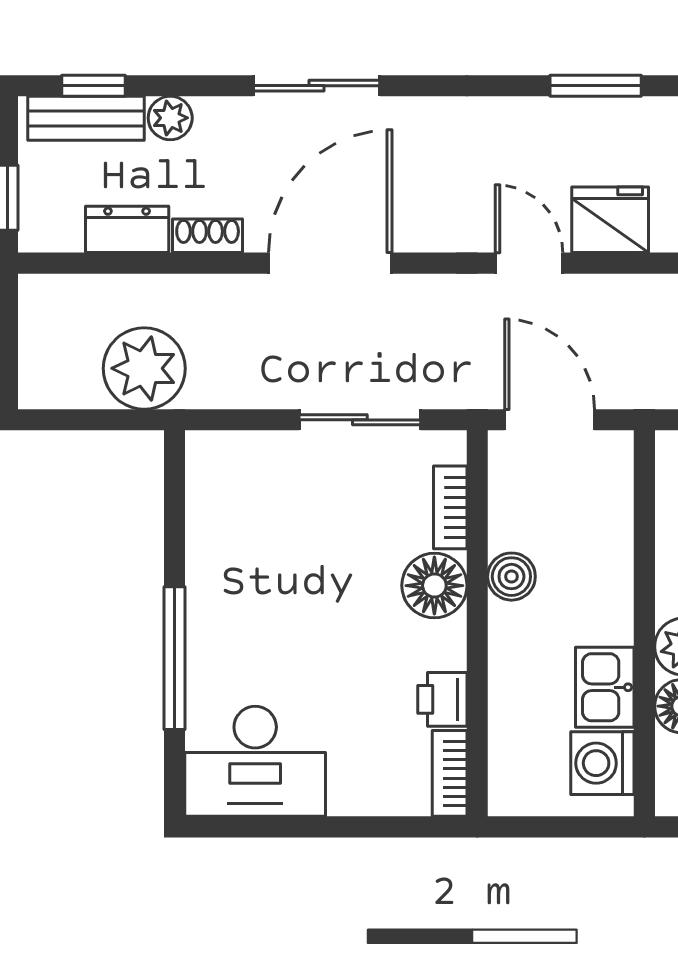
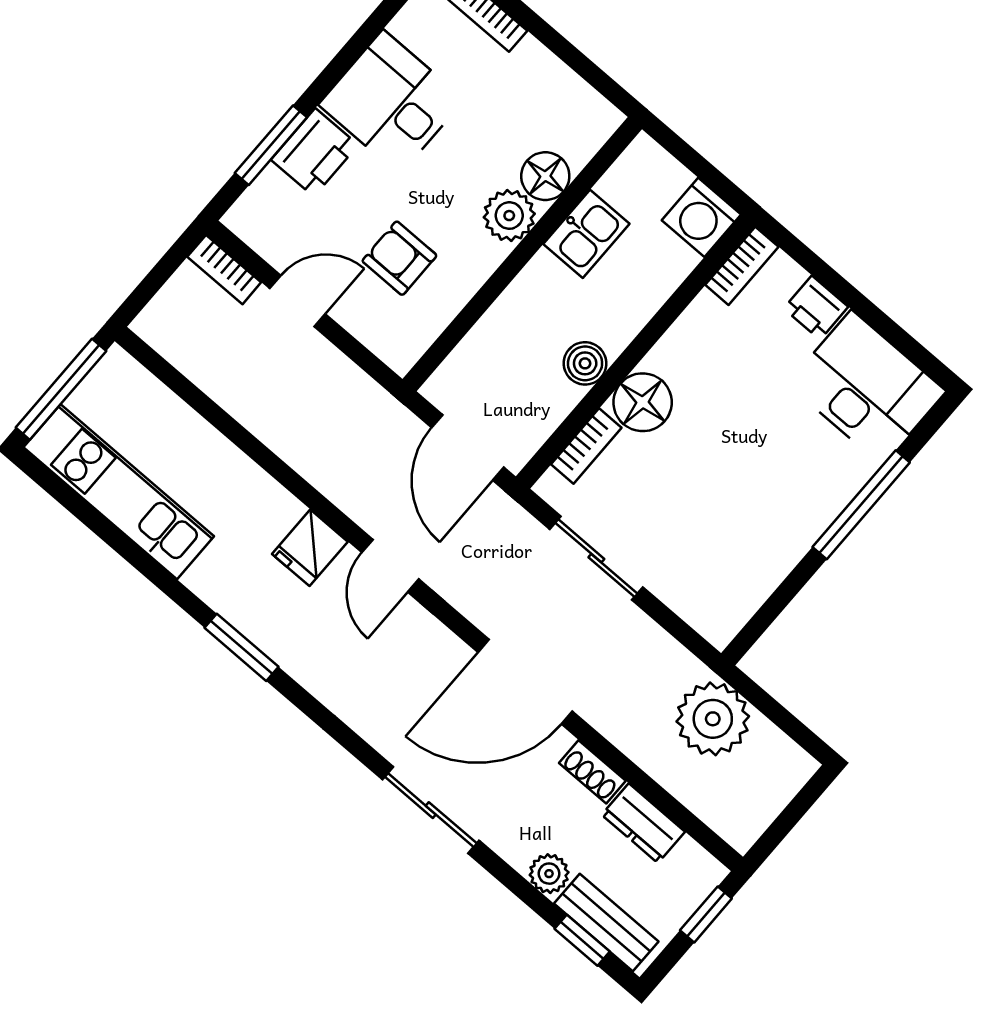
fridge: (610, 220) -> (310, 548), width x0.72
printer: (442, 699) -> (816, 308), moved, turned 90
washing machine: (602, 763) -> (701, 217), moved, turned 90

